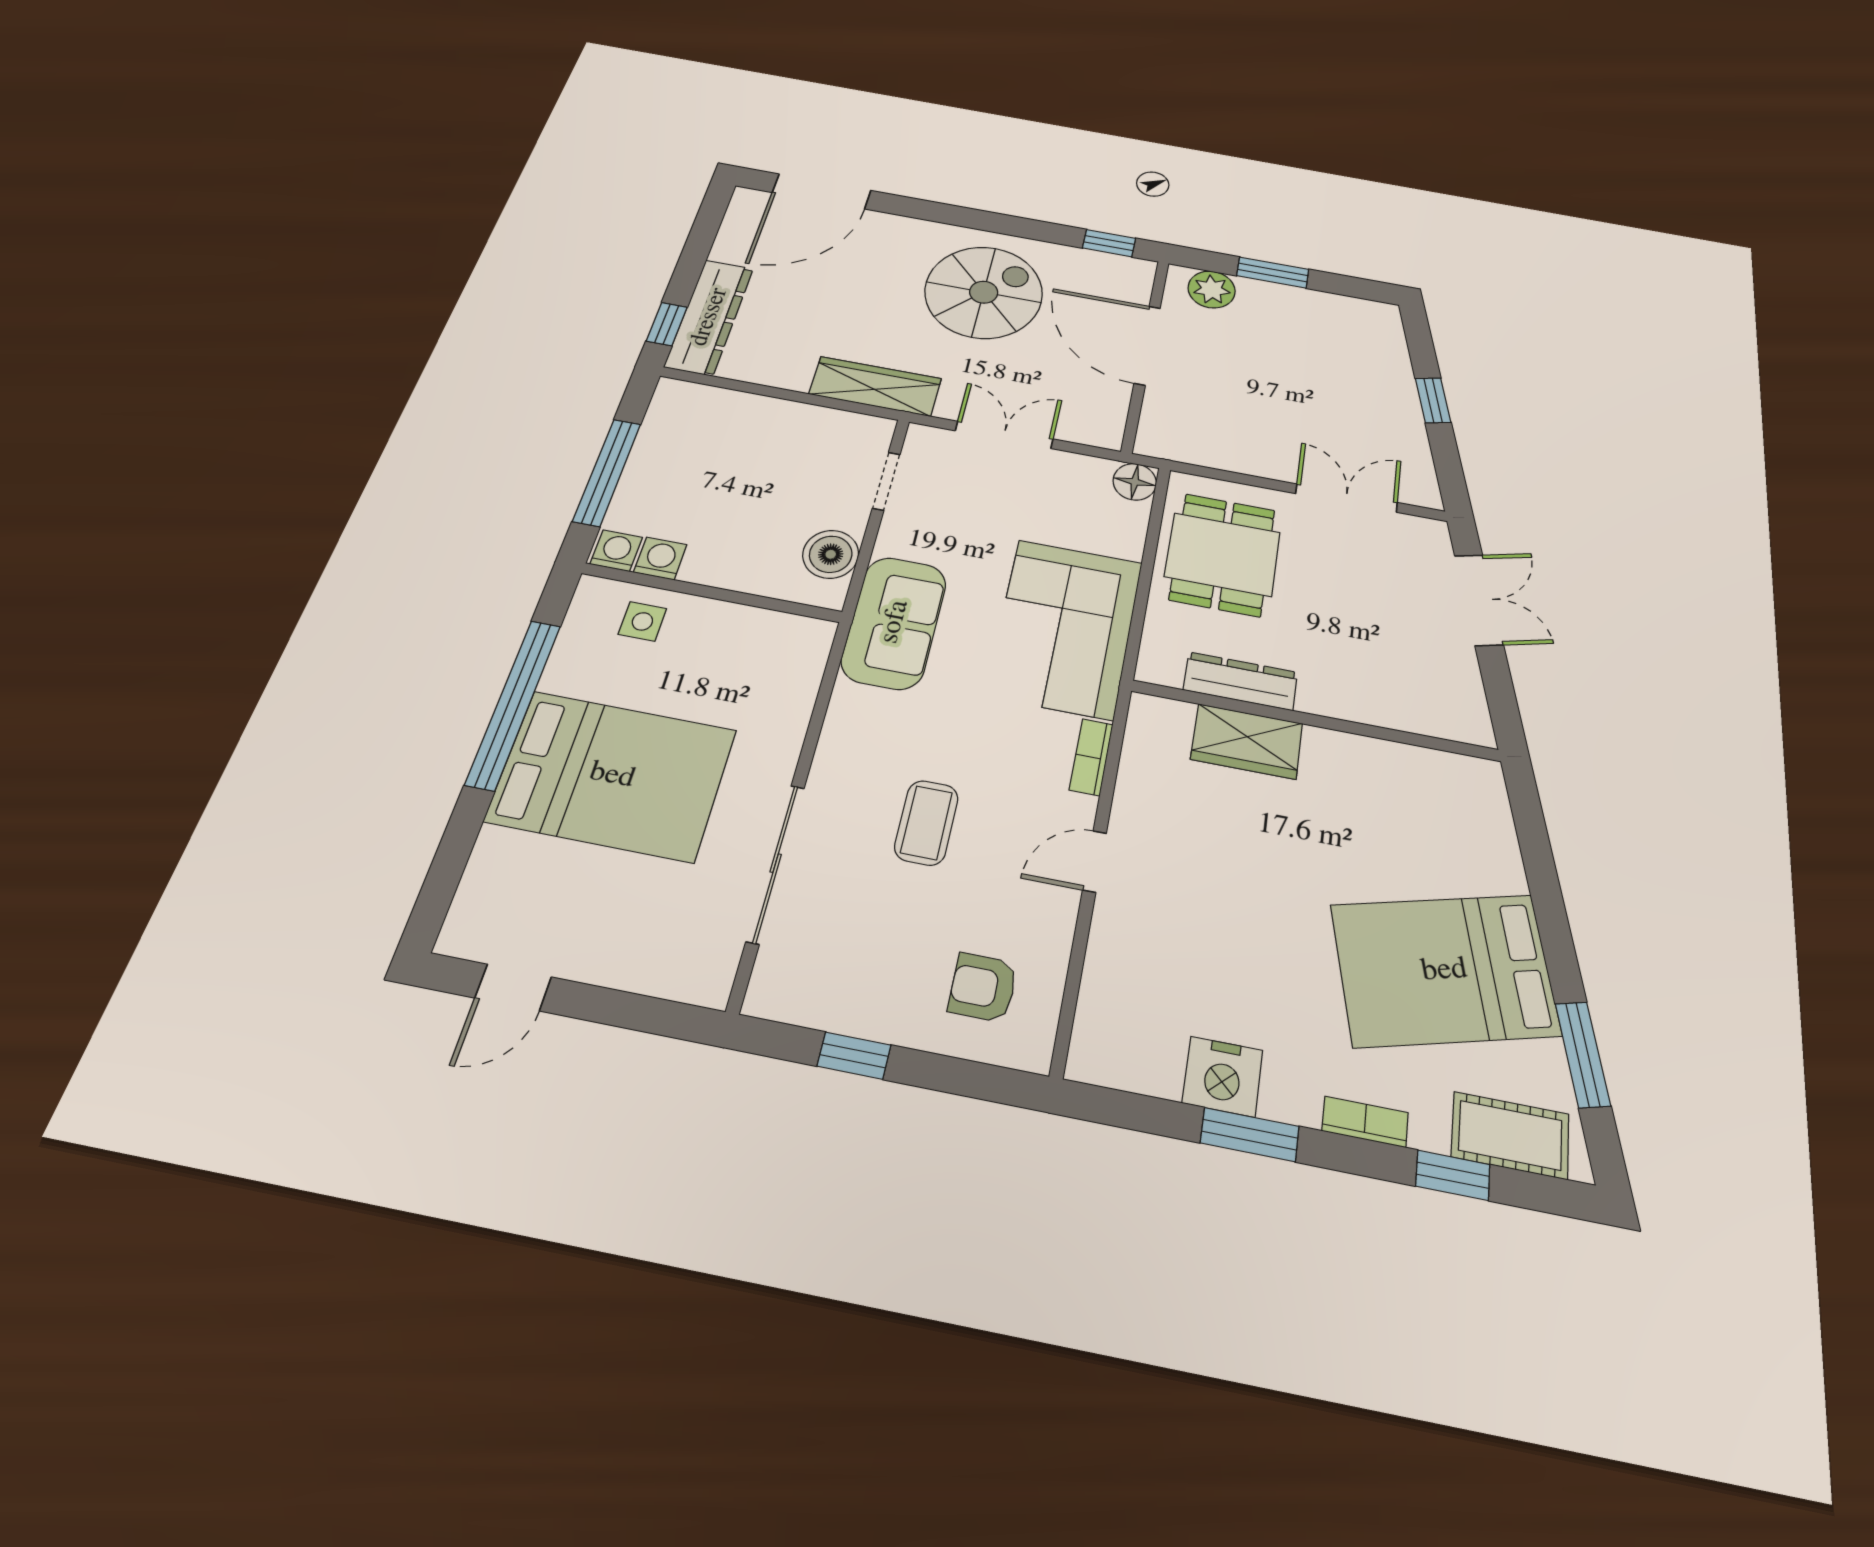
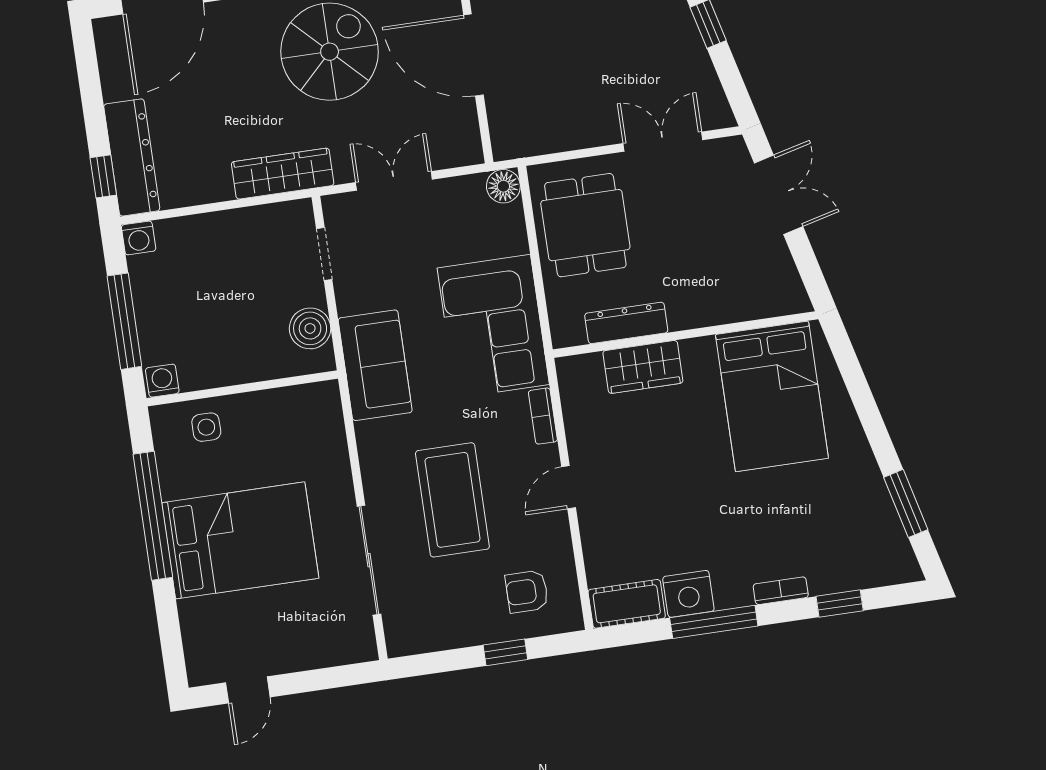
washing machine: (660, 558) -> (139, 238), moved, turned 180
coffee table: (926, 823) -> (452, 500), width x1.86, depth x1.72
bed: (1444, 970) -> (772, 396), moved, turned -76
window: (854, 1056) -> (505, 652), moved
window: (1250, 1135) -> (714, 622), width x1.44
cot: (1510, 1135) -> (627, 604), moved

